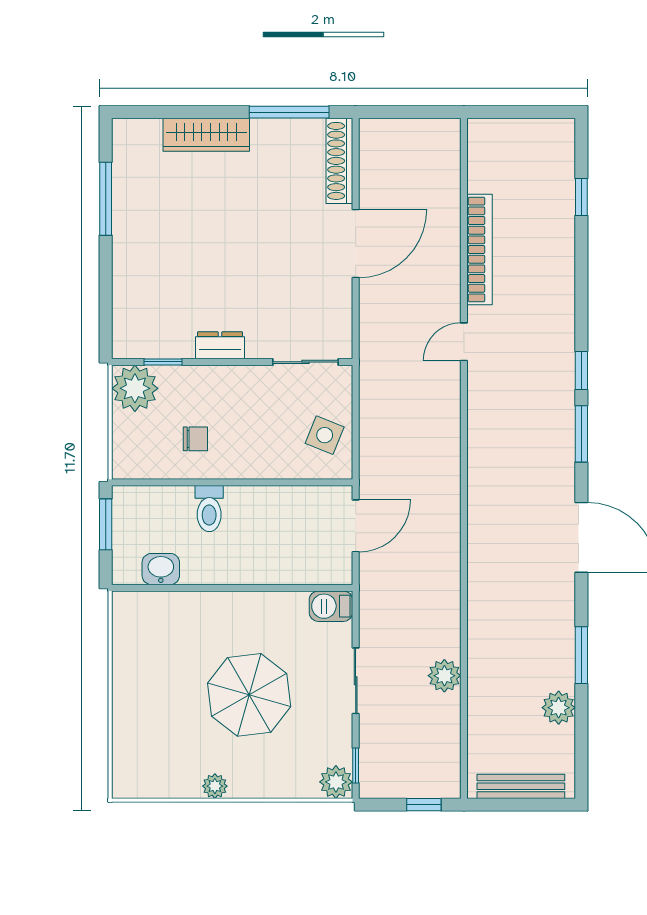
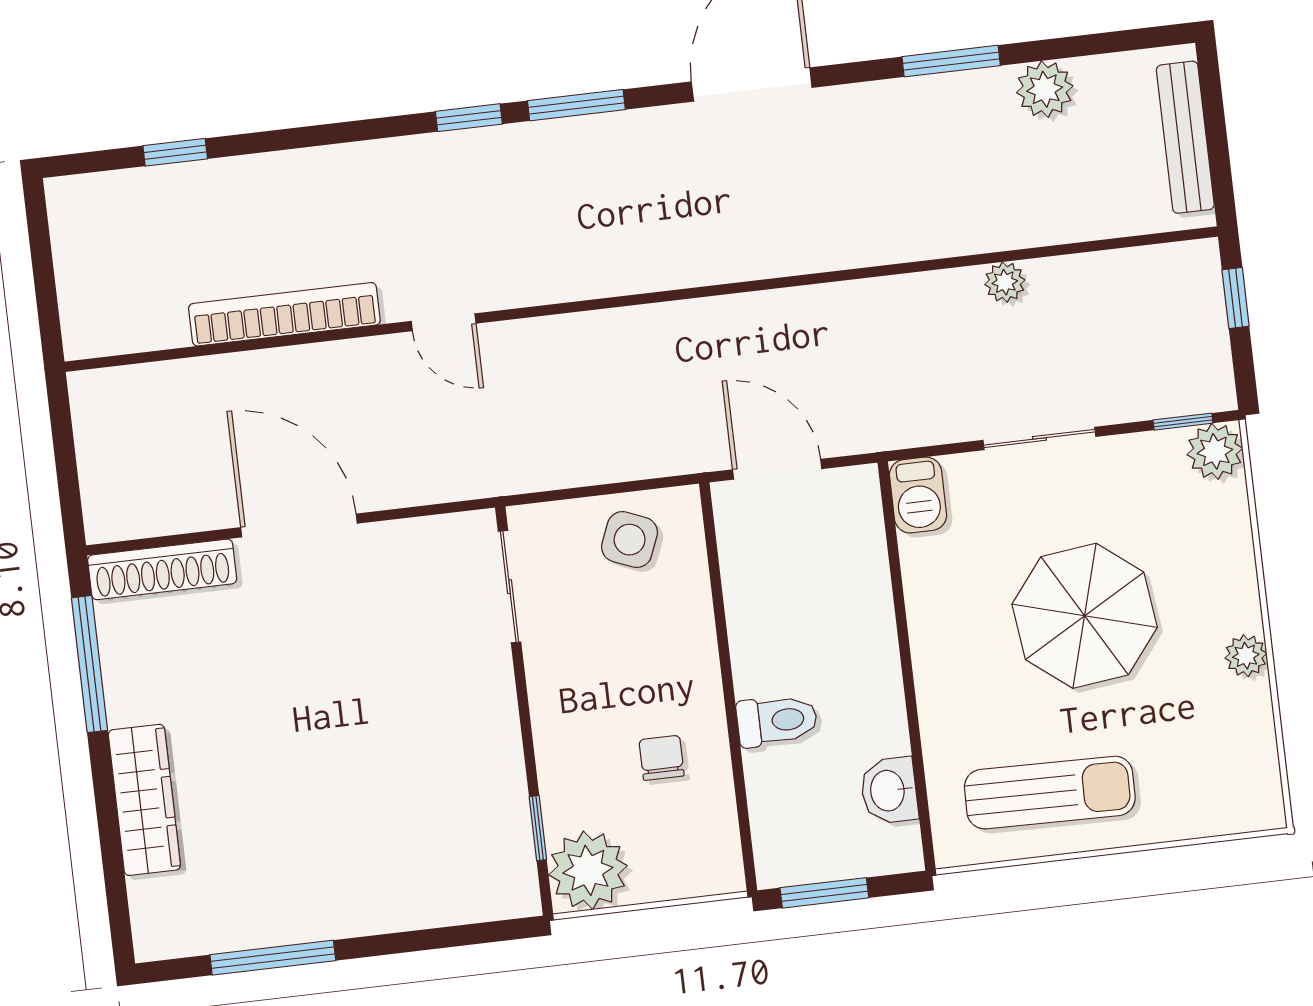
dresser: (220, 345) -> (498, 735), removed
sun lounger: (149, 663) -> (1050, 793), added
plant: (444, 676) -> (1005, 282), width x0.73, depth x0.73

